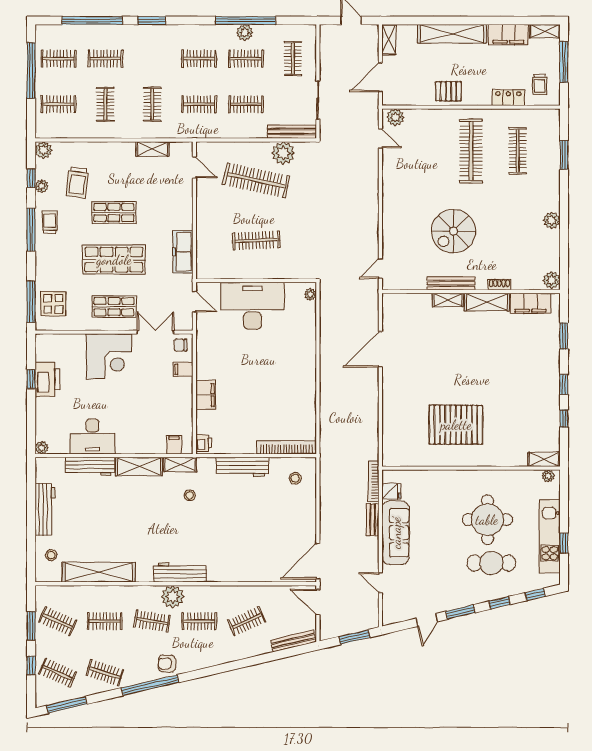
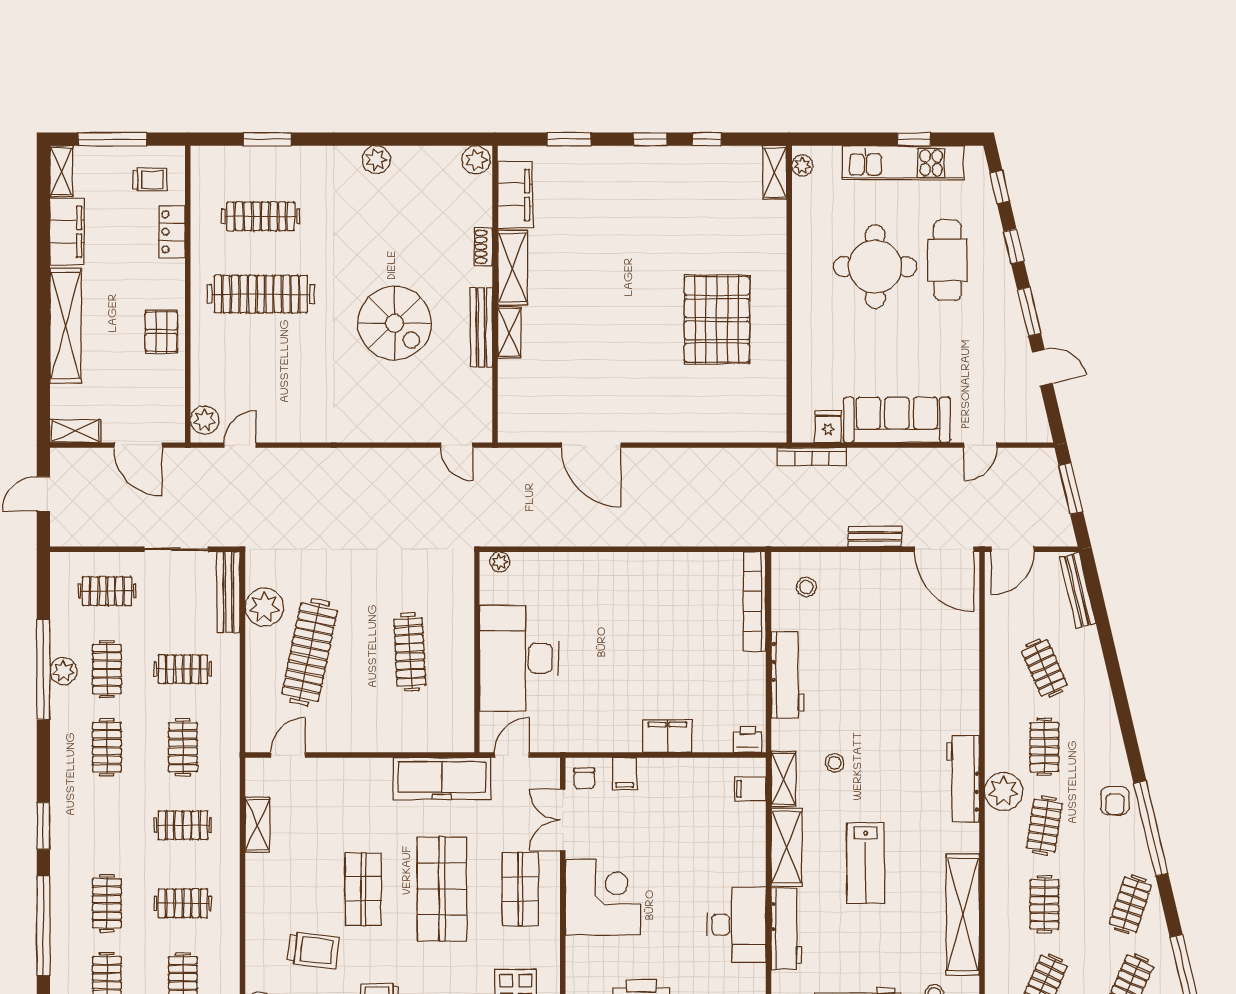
clothes rail: (246, 104) -> (183, 669), turned 90
freezer: (183, 252) -> (442, 778), width x1.36, depth x1.26
lab bench: (129, 514) -> (866, 863), added
bench: (373, 520) -> (875, 536), moved

